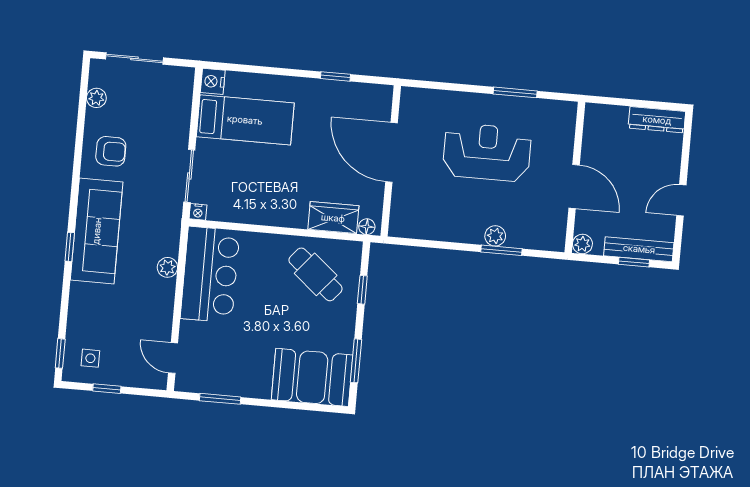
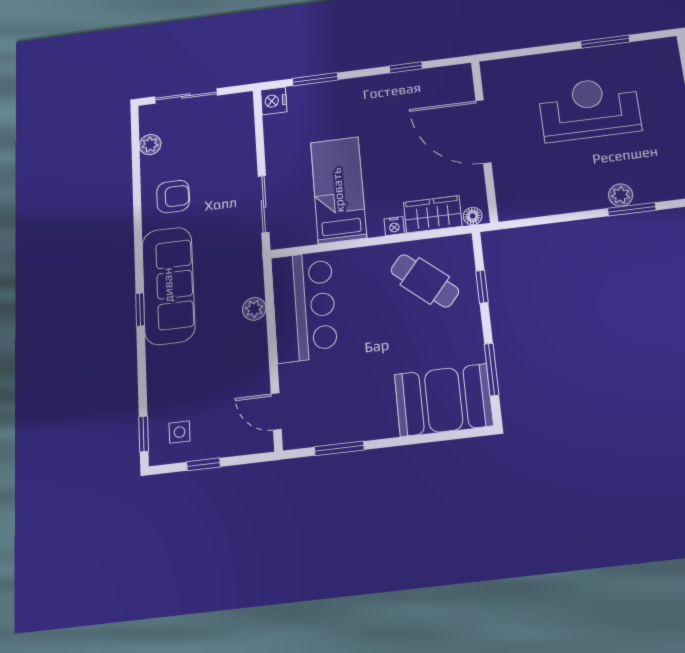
window: (253, 69) -> (315, 79), added
bed: (245, 120) -> (338, 190), moved, turned -90
nightstand: (198, 212) -> (394, 226), moved

